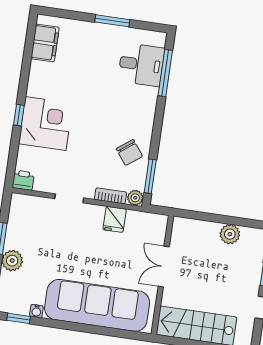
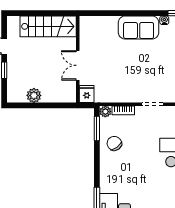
fridge: (115, 219) -> (87, 94), moved
double door: (164, 267) -> (78, 65), swing flipped
sofa: (97, 305) -> (139, 27), width x0.54, depth x0.79

